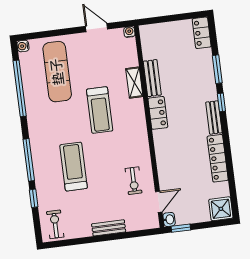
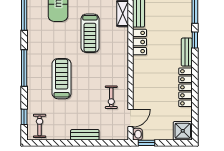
window: (34, 198) -> (24, 117), moved

